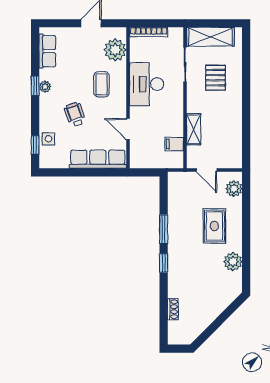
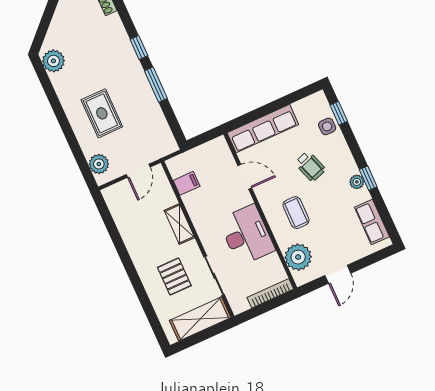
shelving: (194, 129) -> (179, 224), moved
door: (207, 170) -> (138, 171), swing flipped
plant: (233, 262) -> (53, 61), moved

